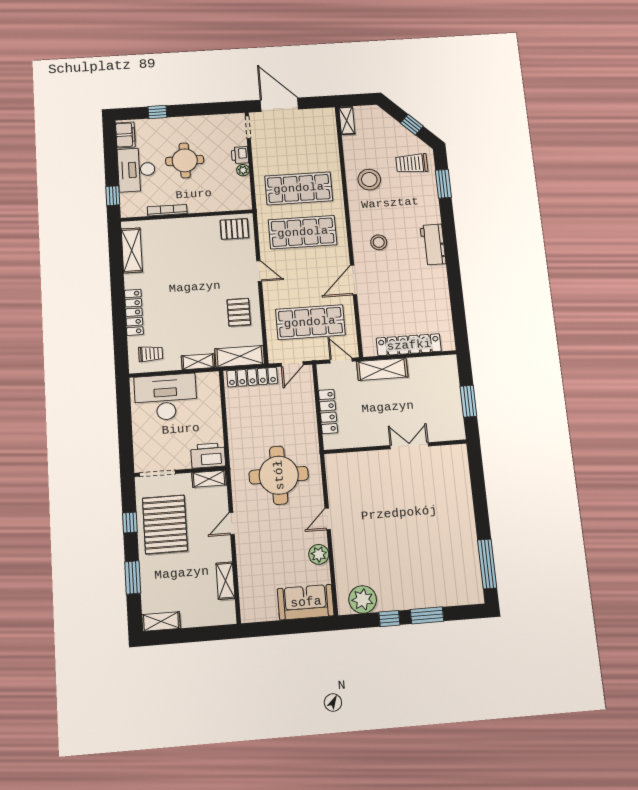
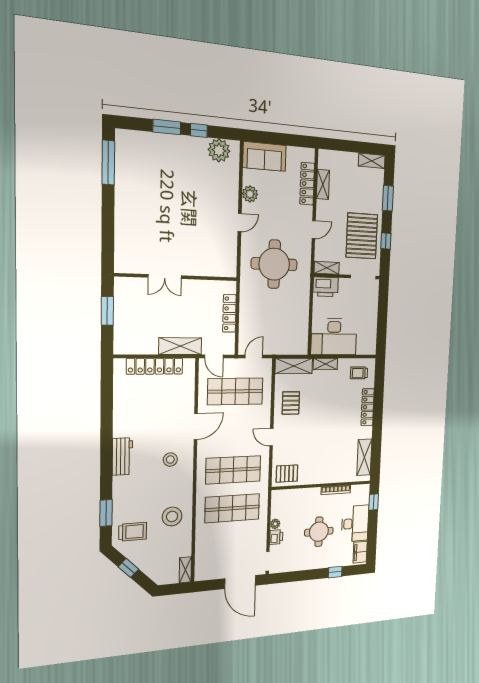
locker: (252, 377) -> (307, 184), moved, turned -90
desk: (166, 397) -> (334, 337), moved

